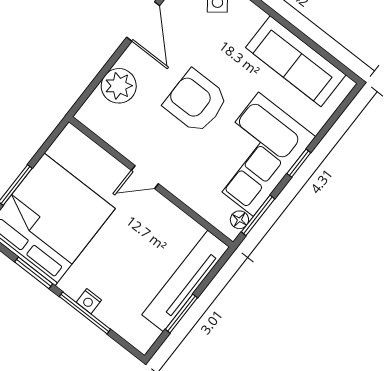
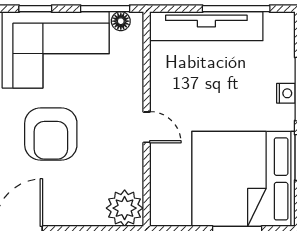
plant: (119, 86) -> (125, 208), moved
window: (181, 314) -> (236, 9), width x1.44

